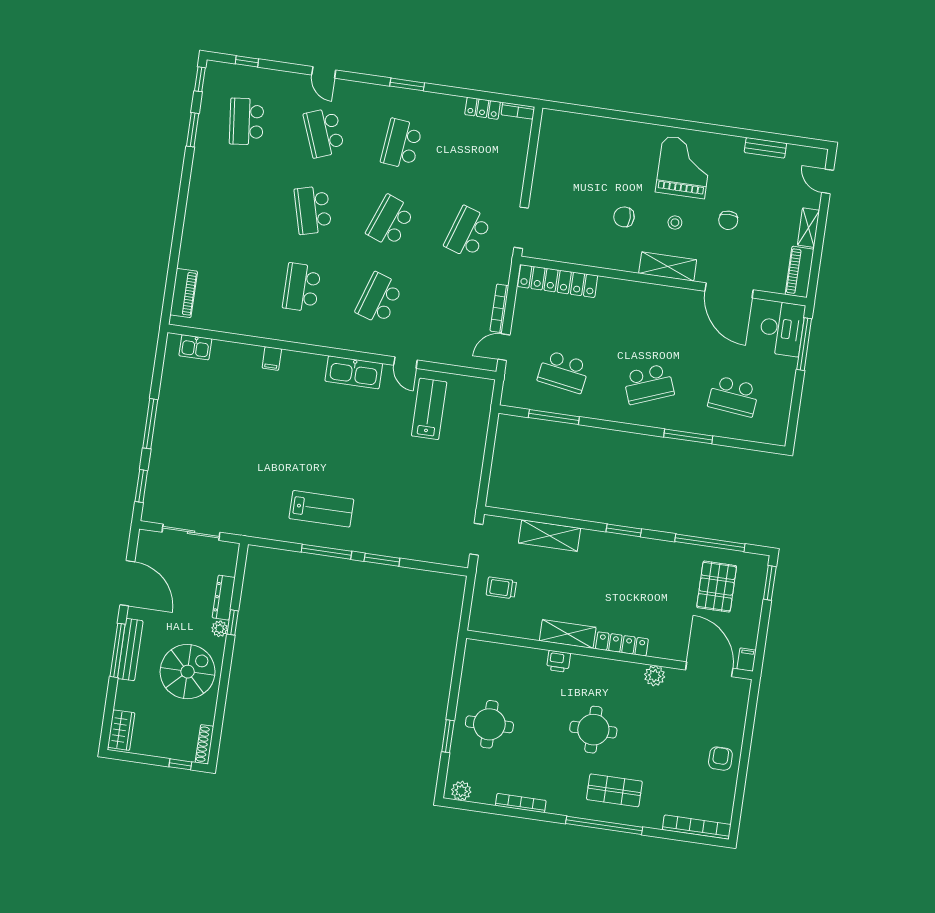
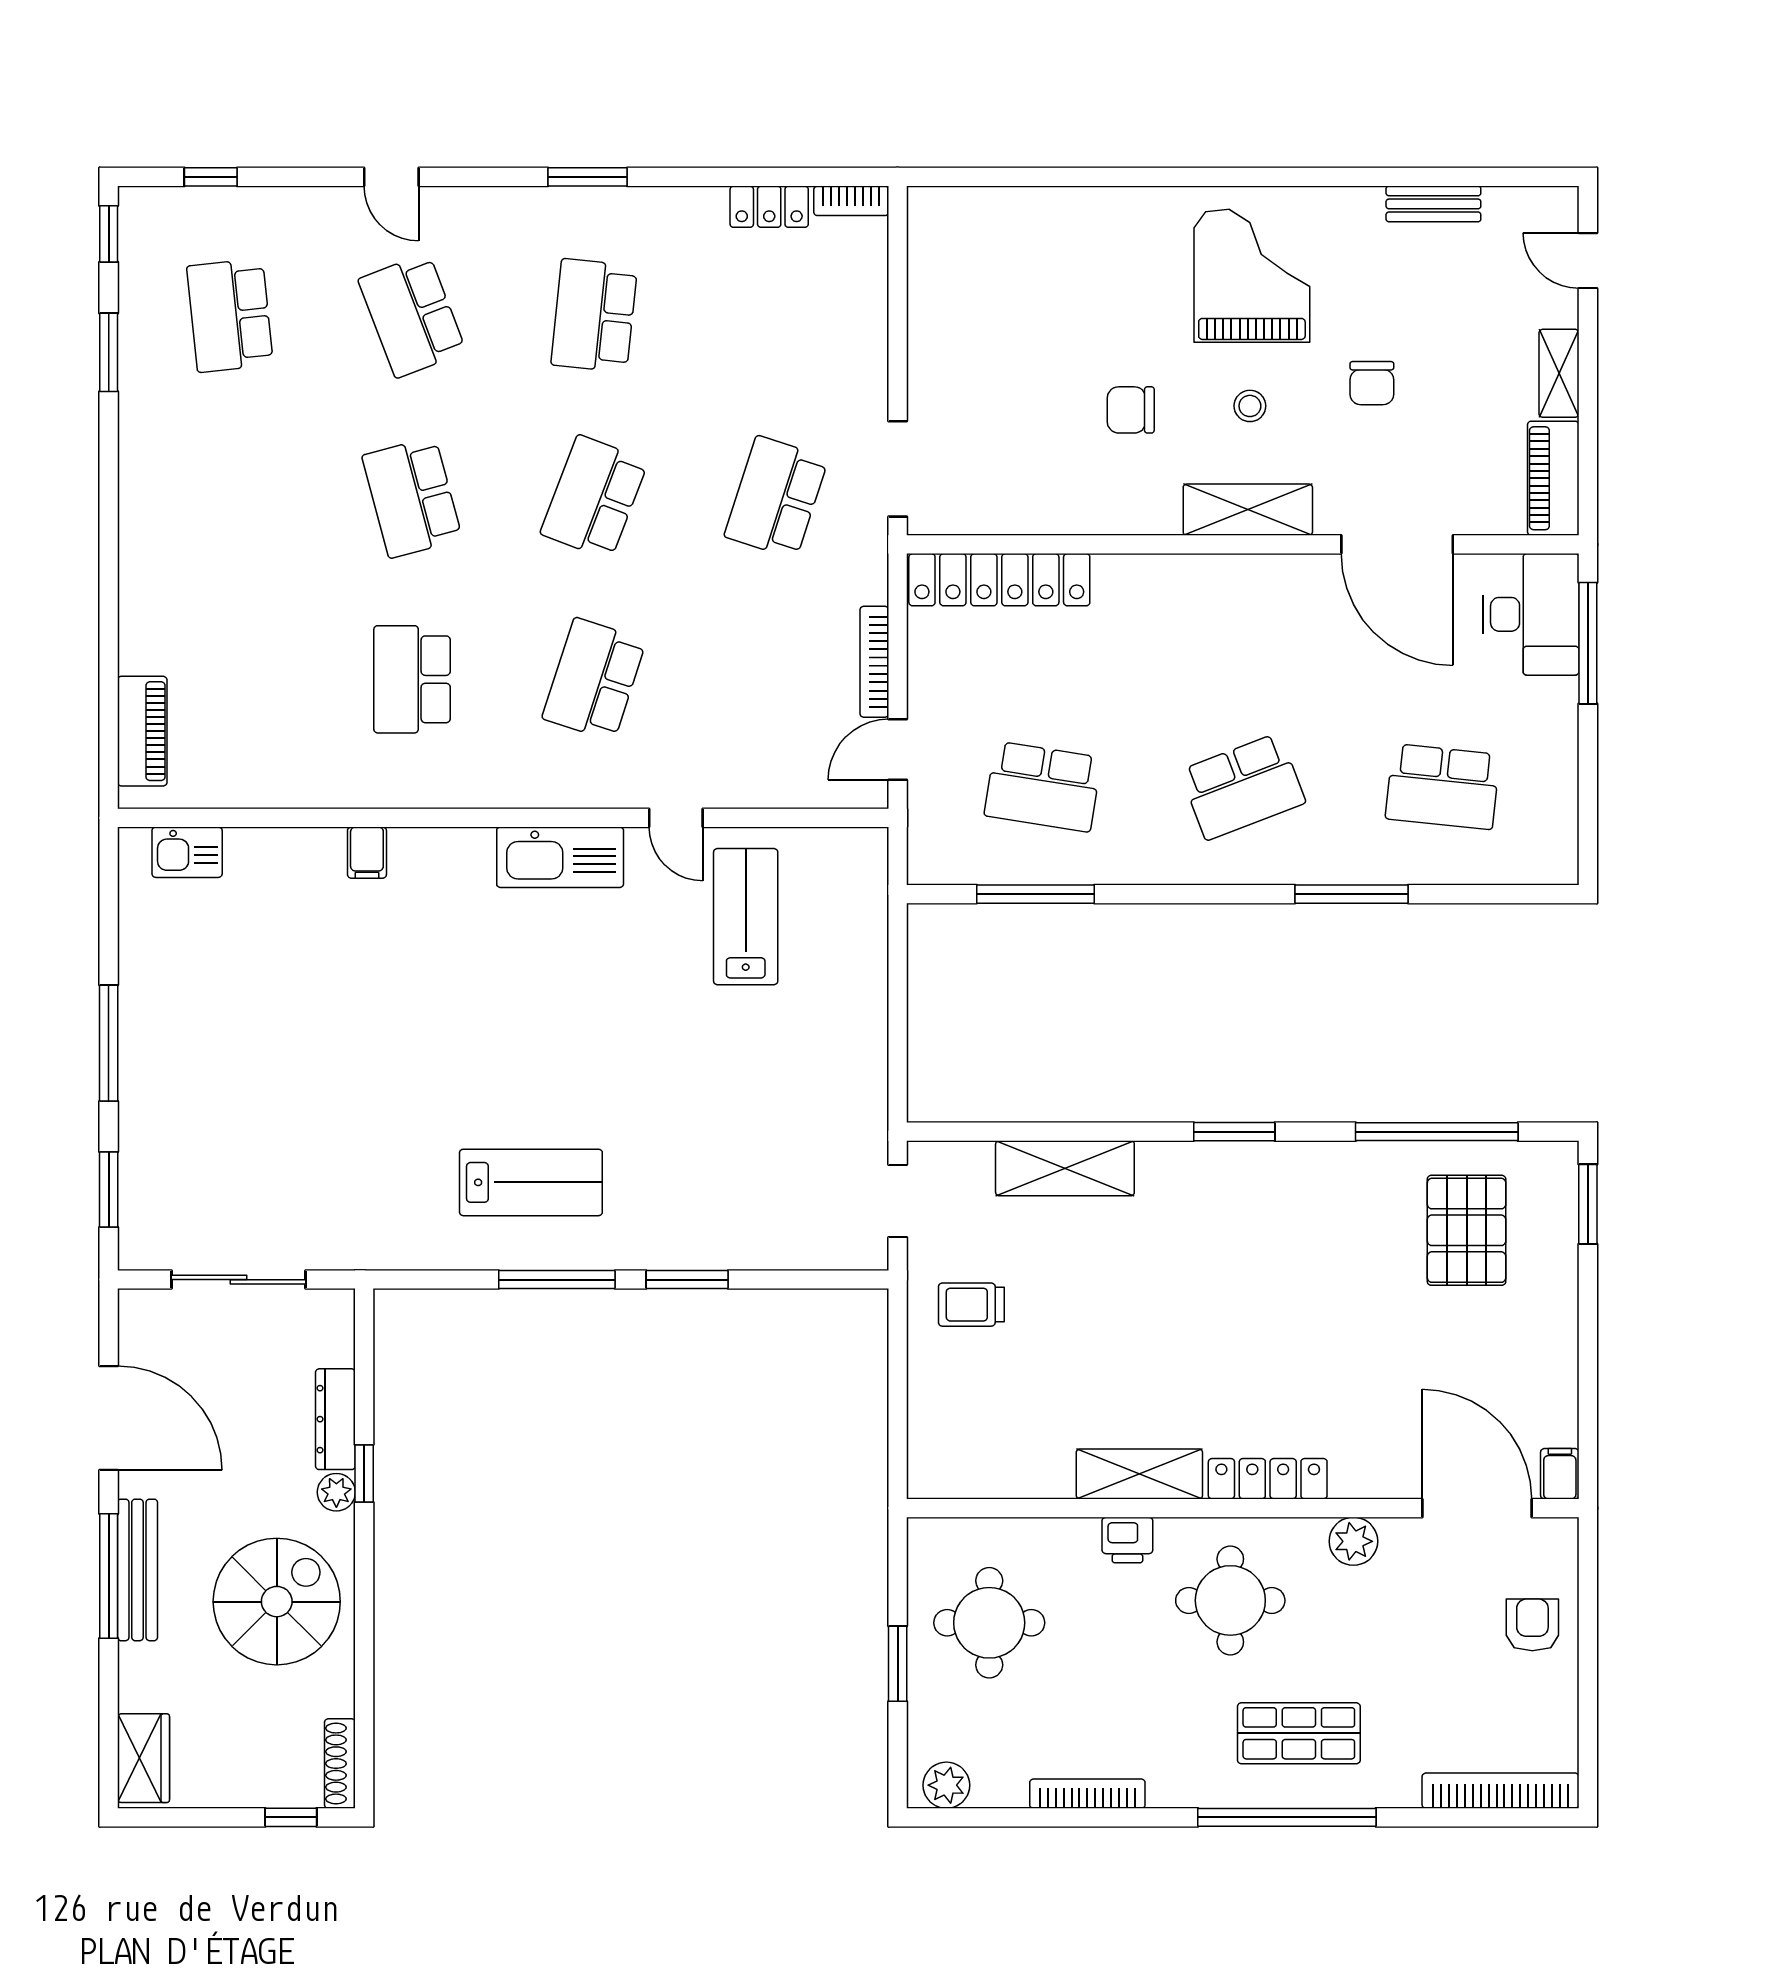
shelving: (568, 634) -> (1139, 1474), moved
locker: (622, 644) -> (1268, 1479), moved
wall: (610, 655) -> (1243, 1508), moved
filing cabinet: (747, 660) -> (1560, 1474), moved
printer: (558, 661) -> (1127, 1540), moved
door: (709, 669) -> (1477, 1508), moved
plant: (655, 676) -> (1353, 1541), moved

